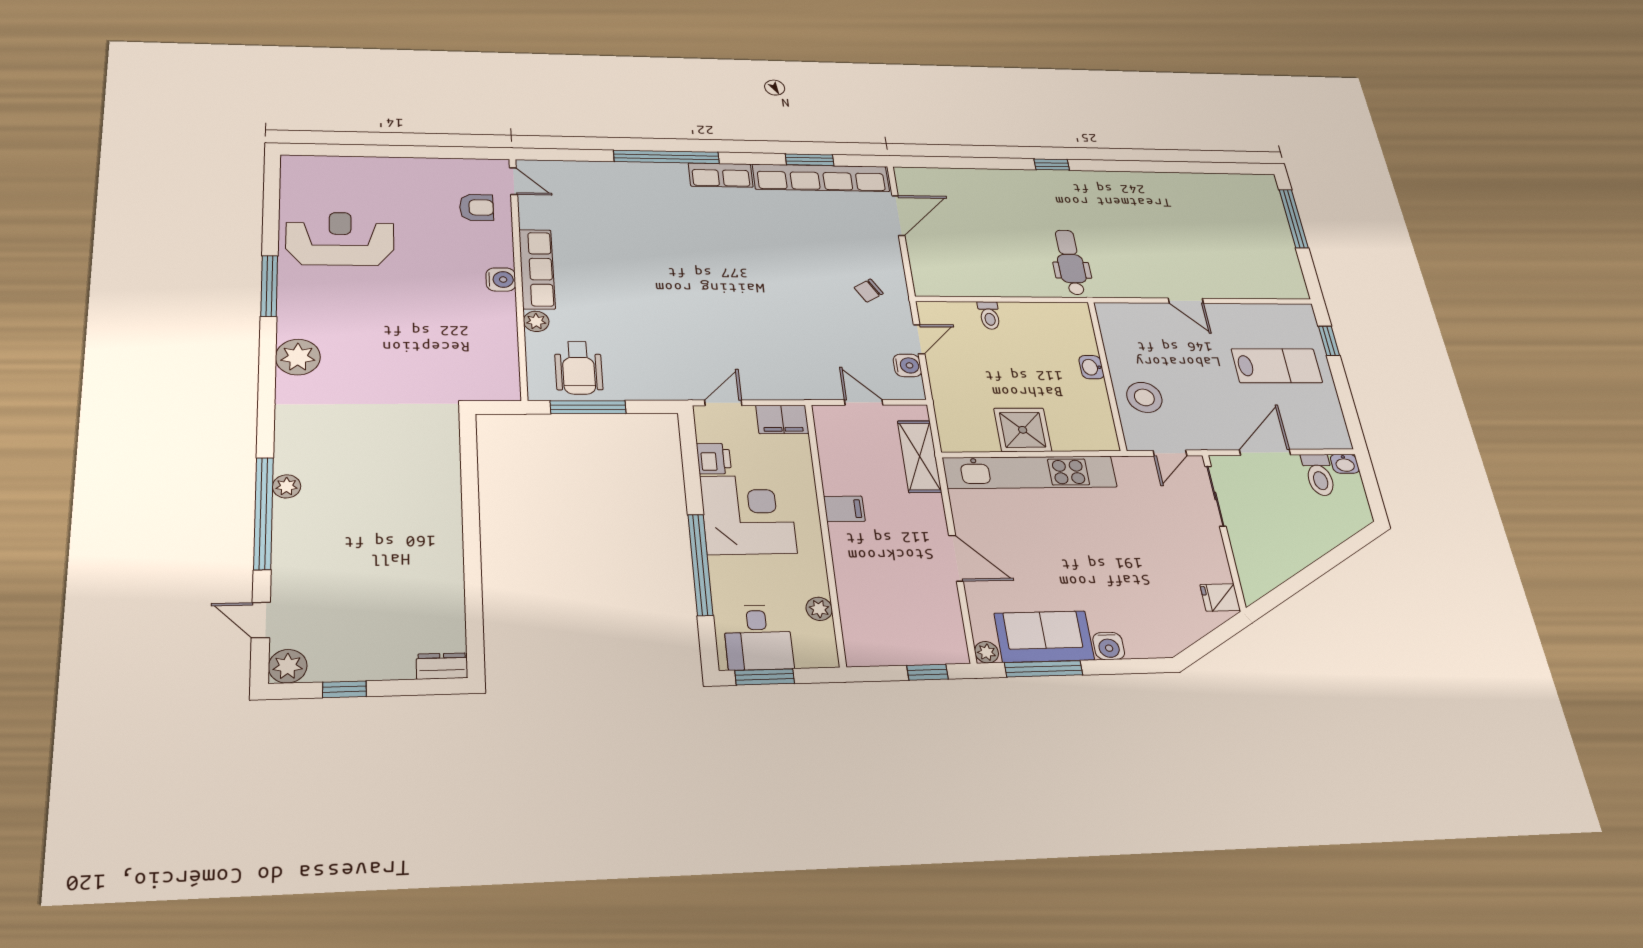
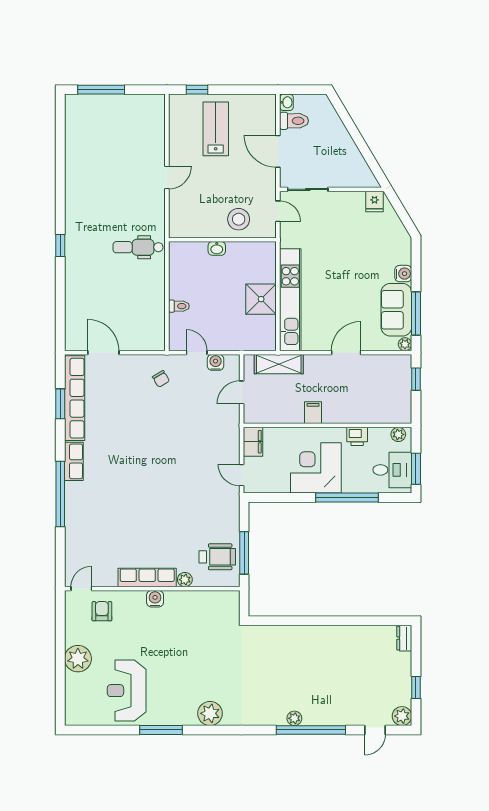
plant: (395, 174) -> (78, 659), added
printer: (714, 459) -> (357, 436), moved, turned 180
plant: (819, 609) -> (398, 434), moved

